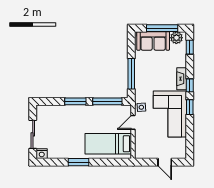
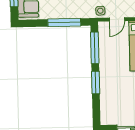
door: (133, 122) -> (117, 19), hinge flipped

